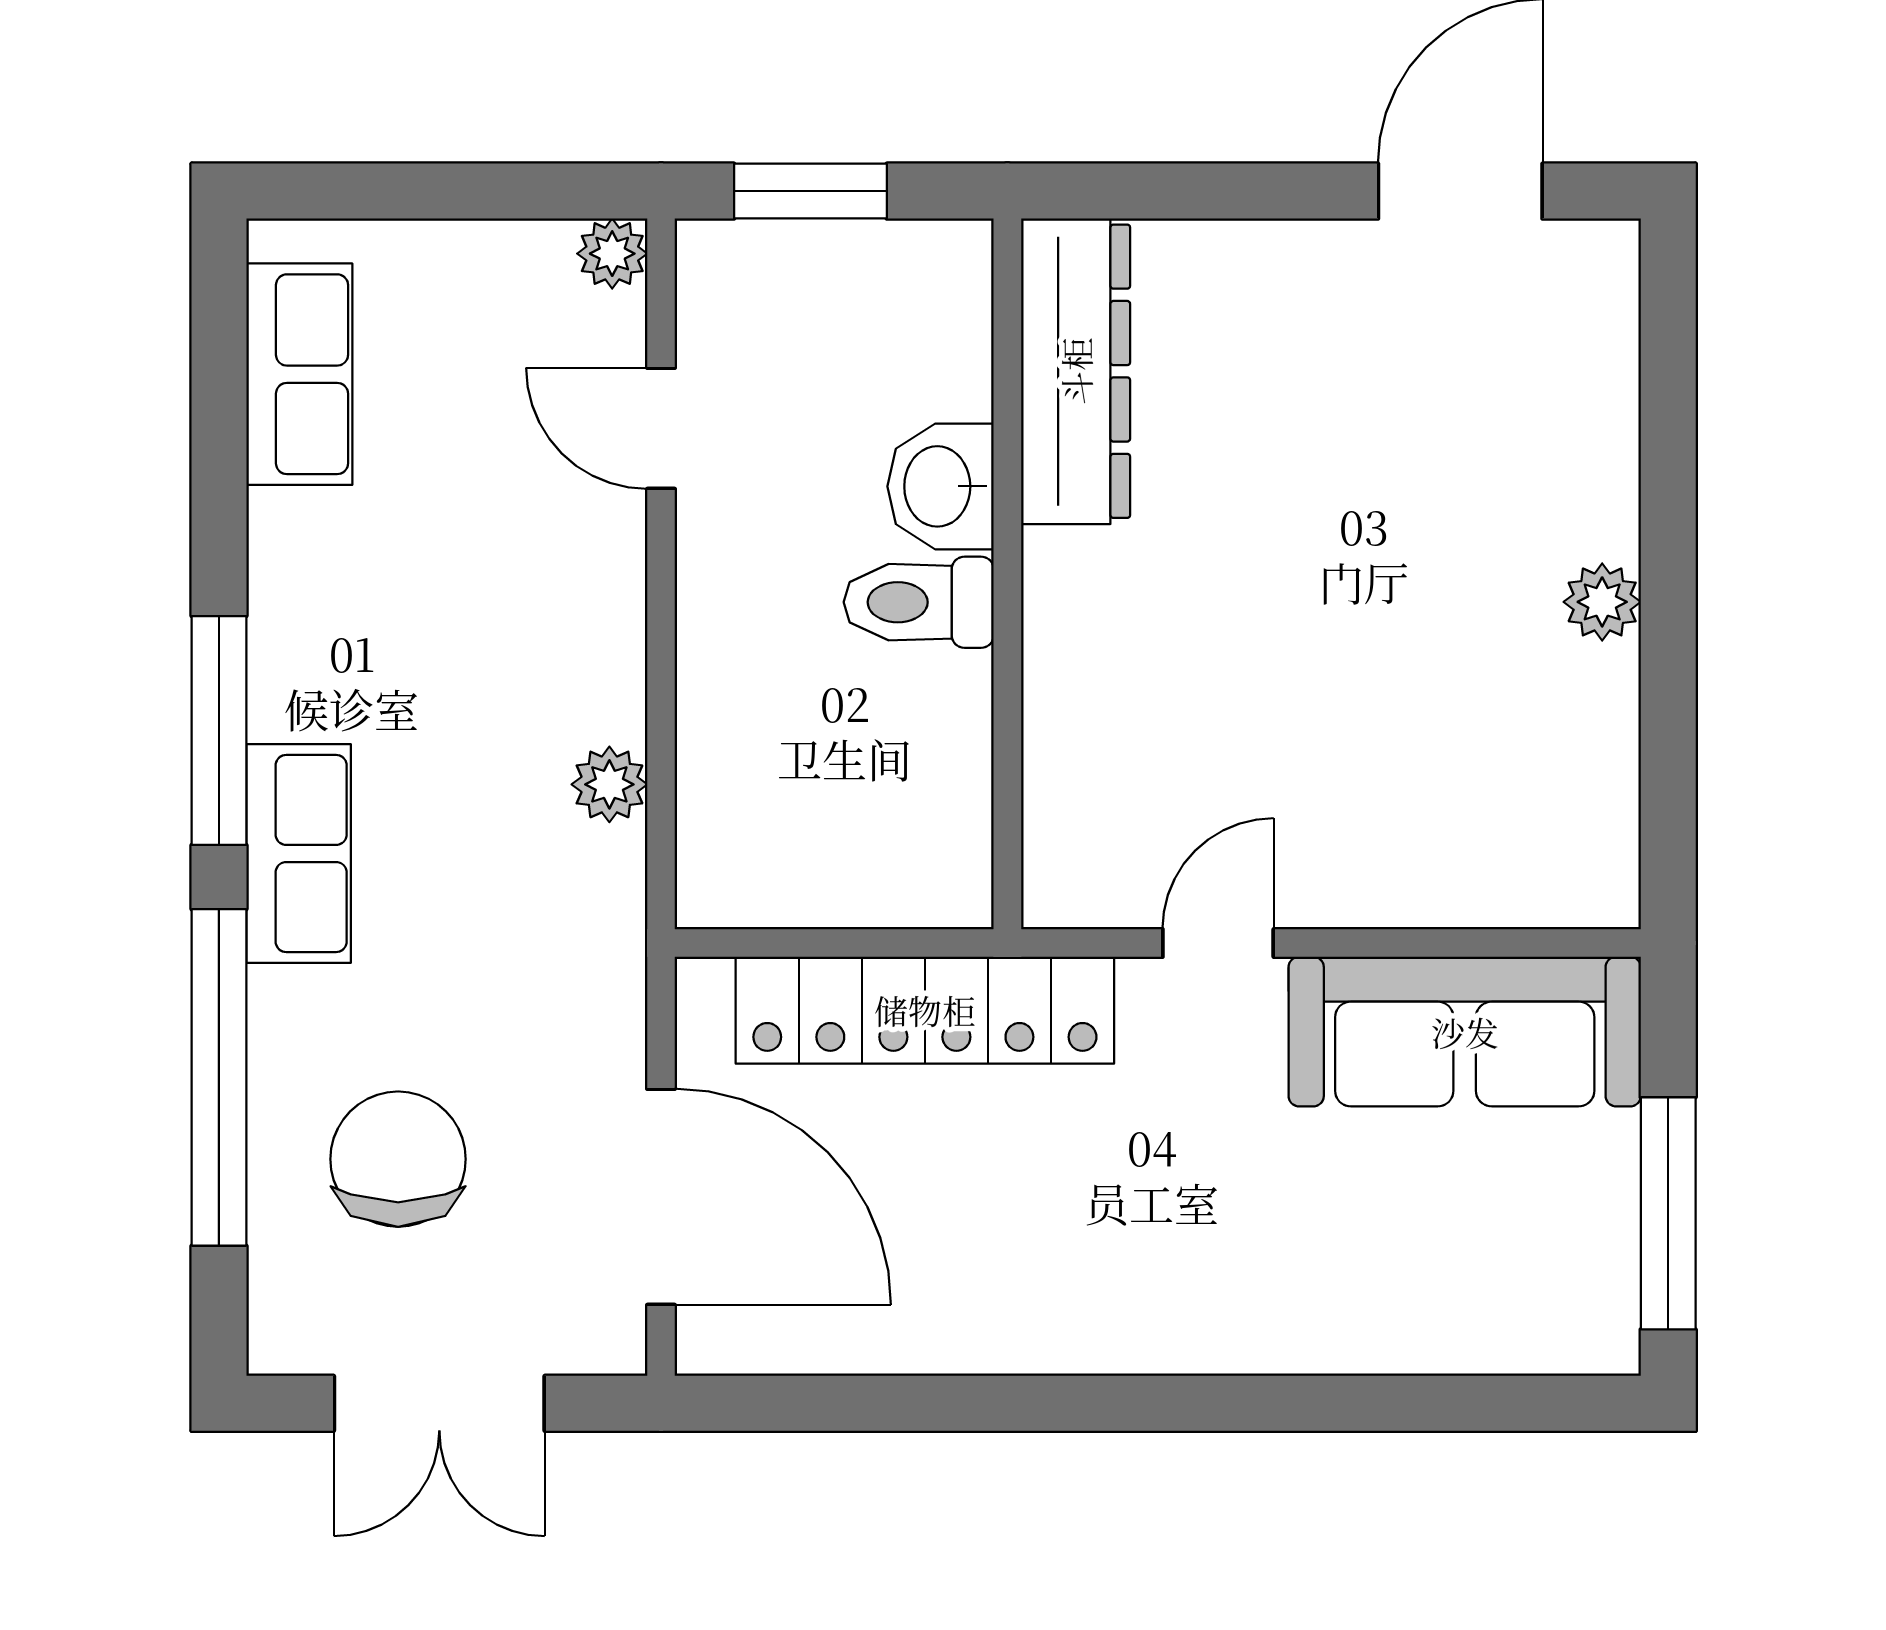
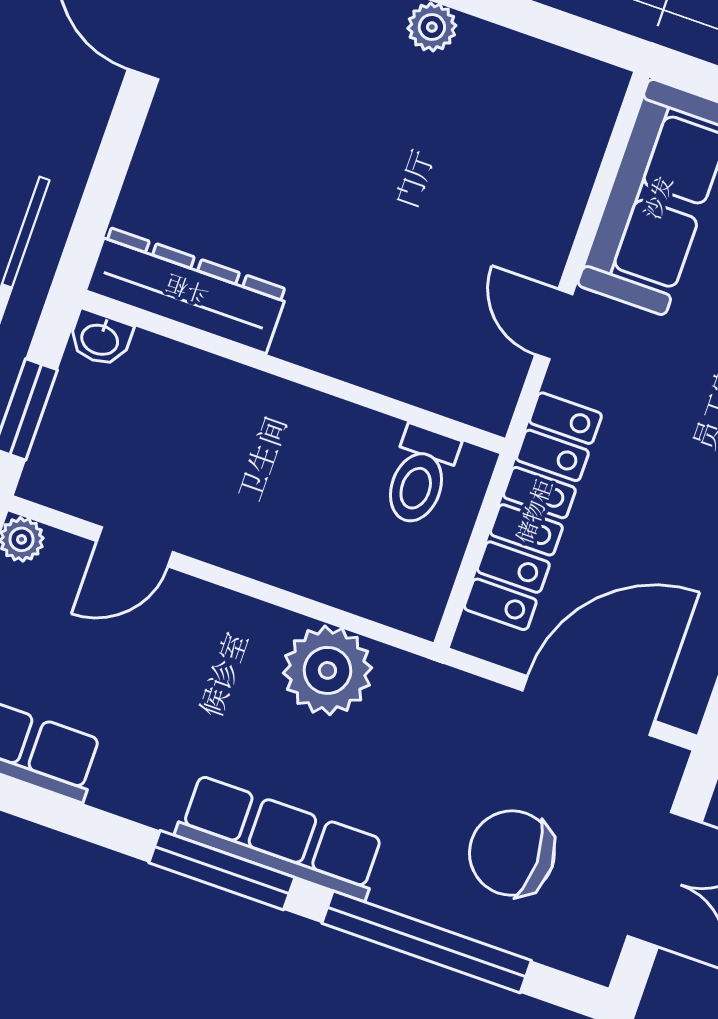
washbasin: (940, 486) -> (100, 338), moved, width x0.72, depth x0.69
toilet: (919, 602) -> (420, 476), moved
plant: (609, 784) -> (327, 670), width x1.87, depth x1.87
row of seats: (299, 853) -> (280, 838), width x1.48

